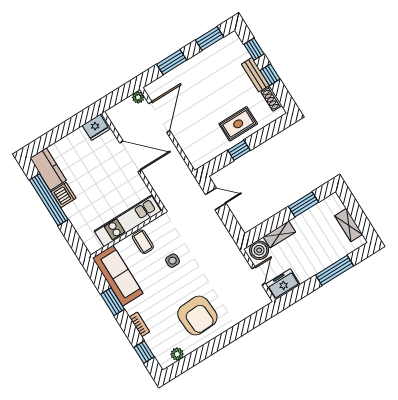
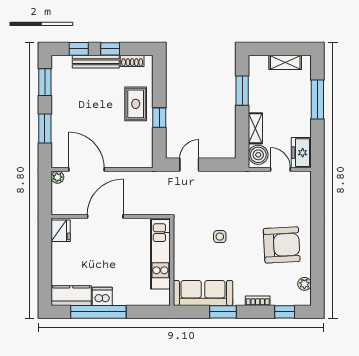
bench: (255, 75) -> (96, 62), width x1.36
coffee table: (143, 242) -> (187, 252), removed

